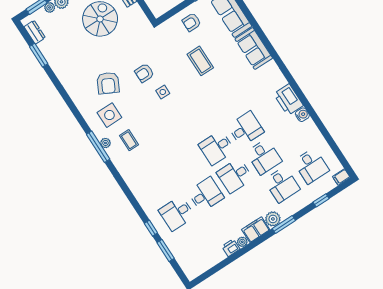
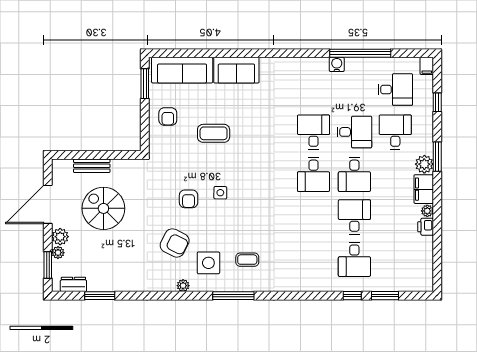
printer: (288, 100) -> (312, 69), removed
window: (320, 126) -> (360, 53), added
plant: (105, 143) -> (183, 286), moved
desk: (282, 185) -> (395, 132), turned -90

